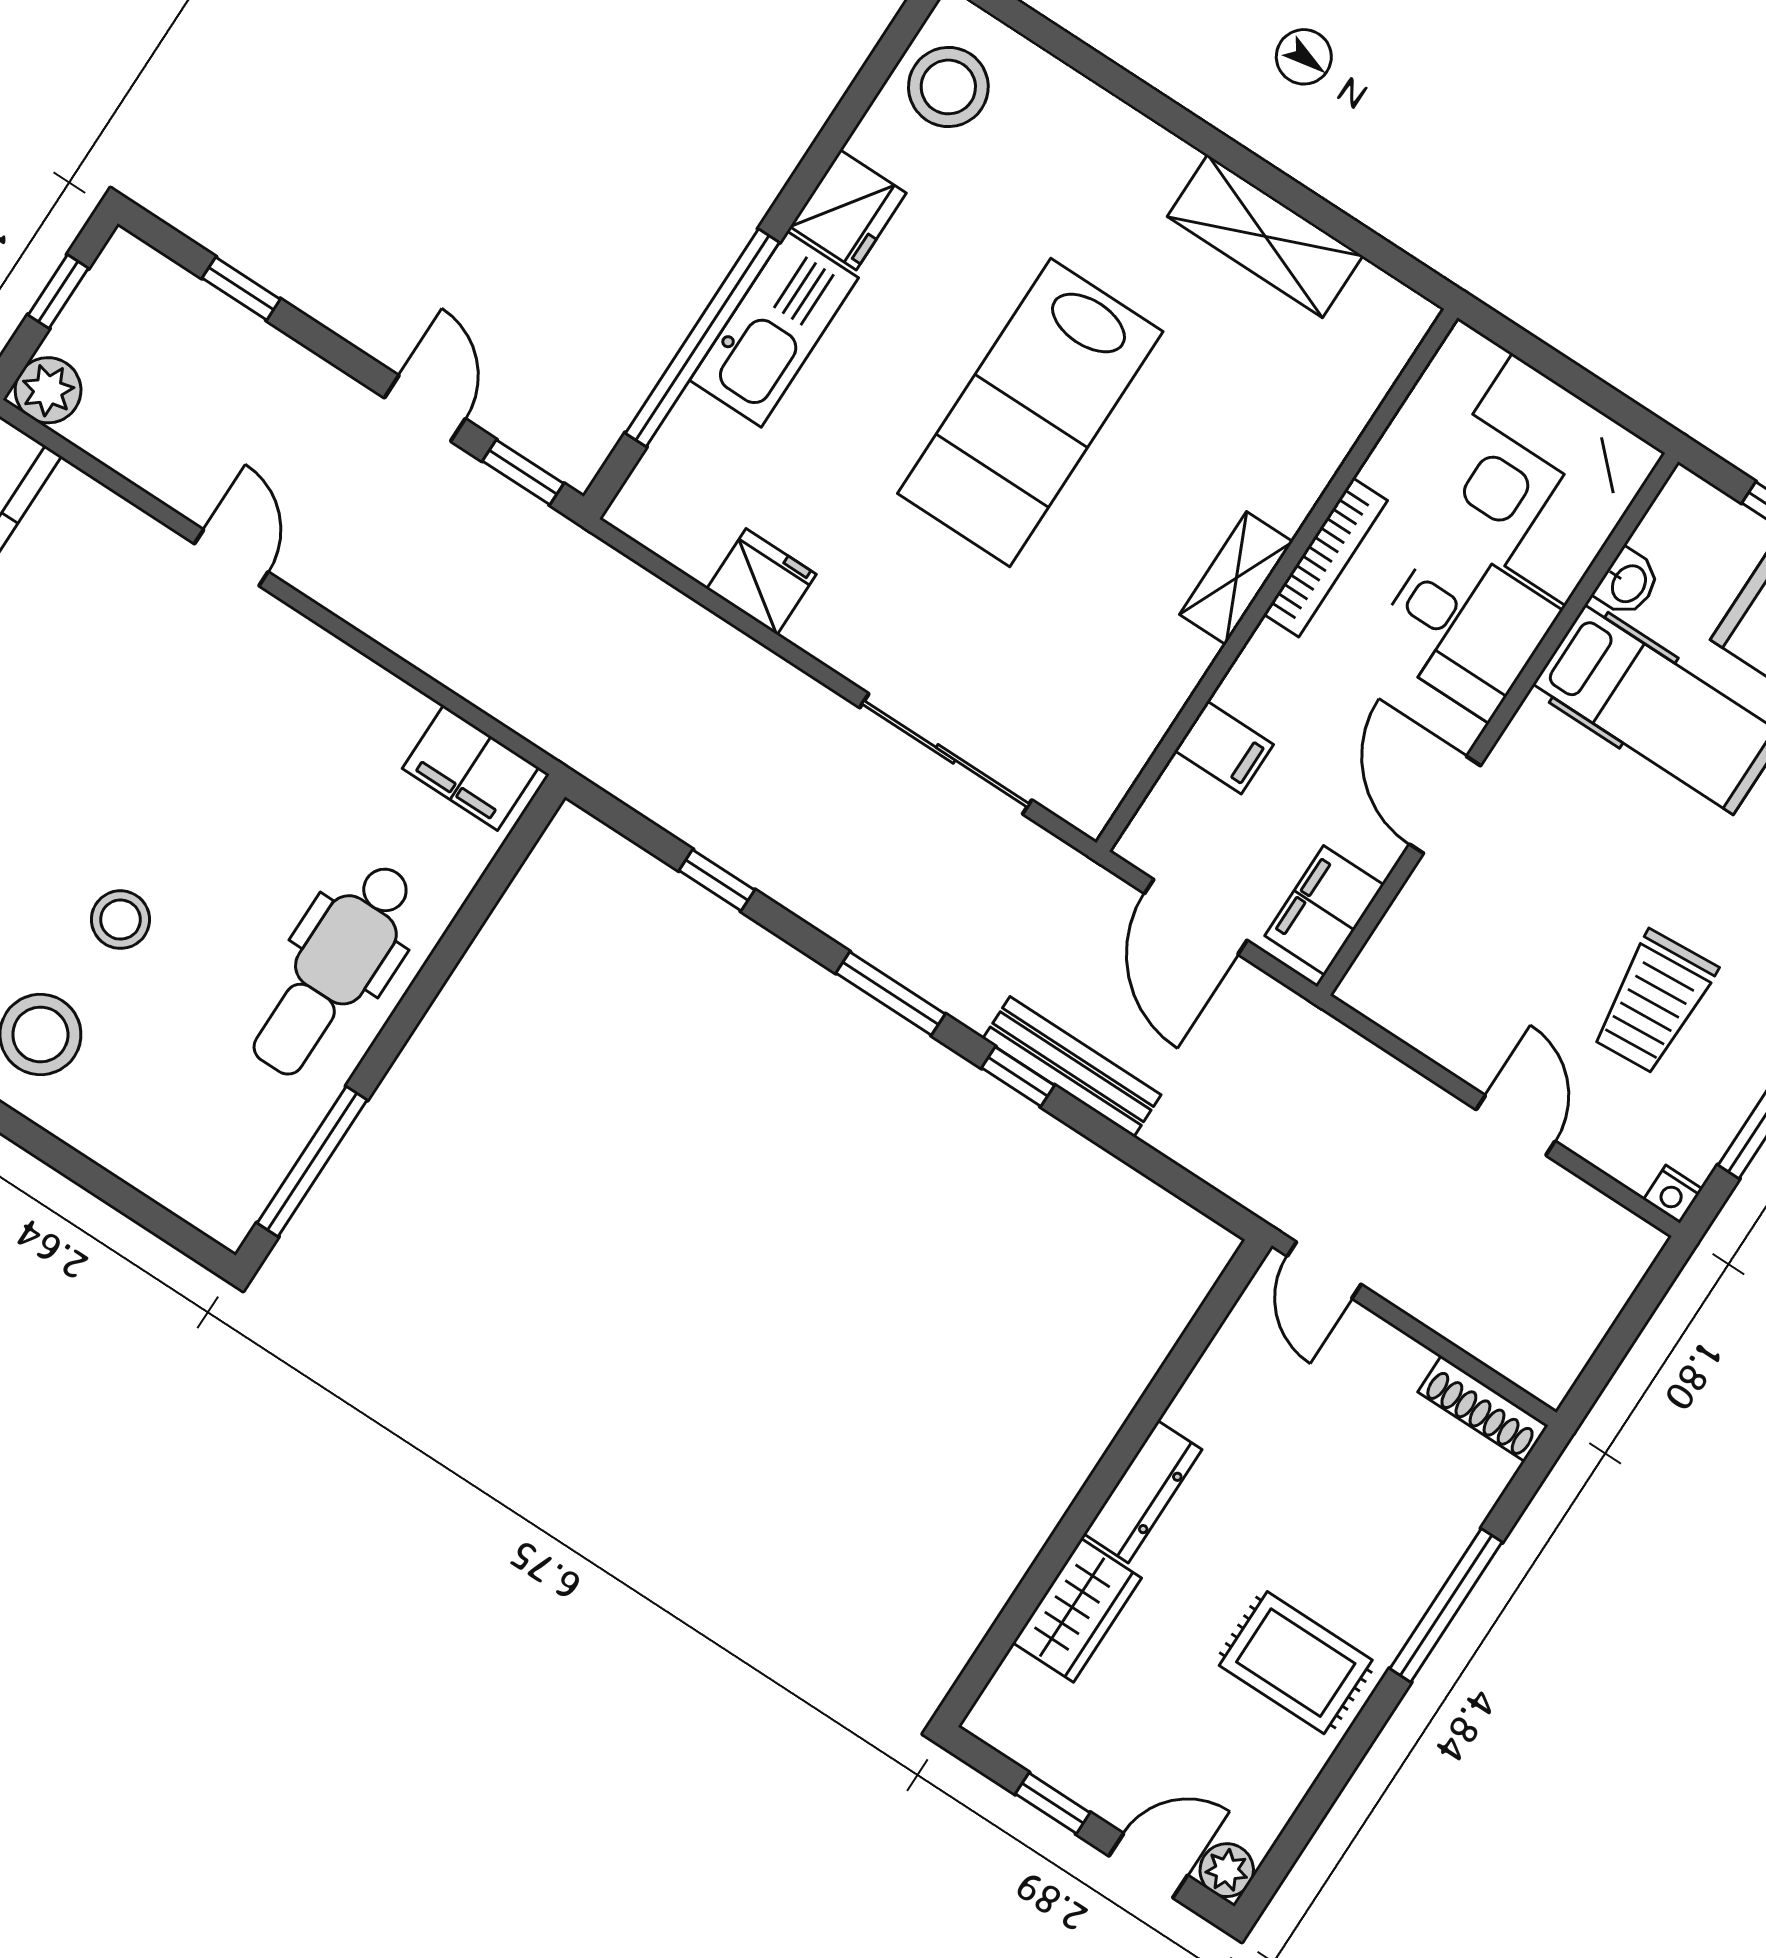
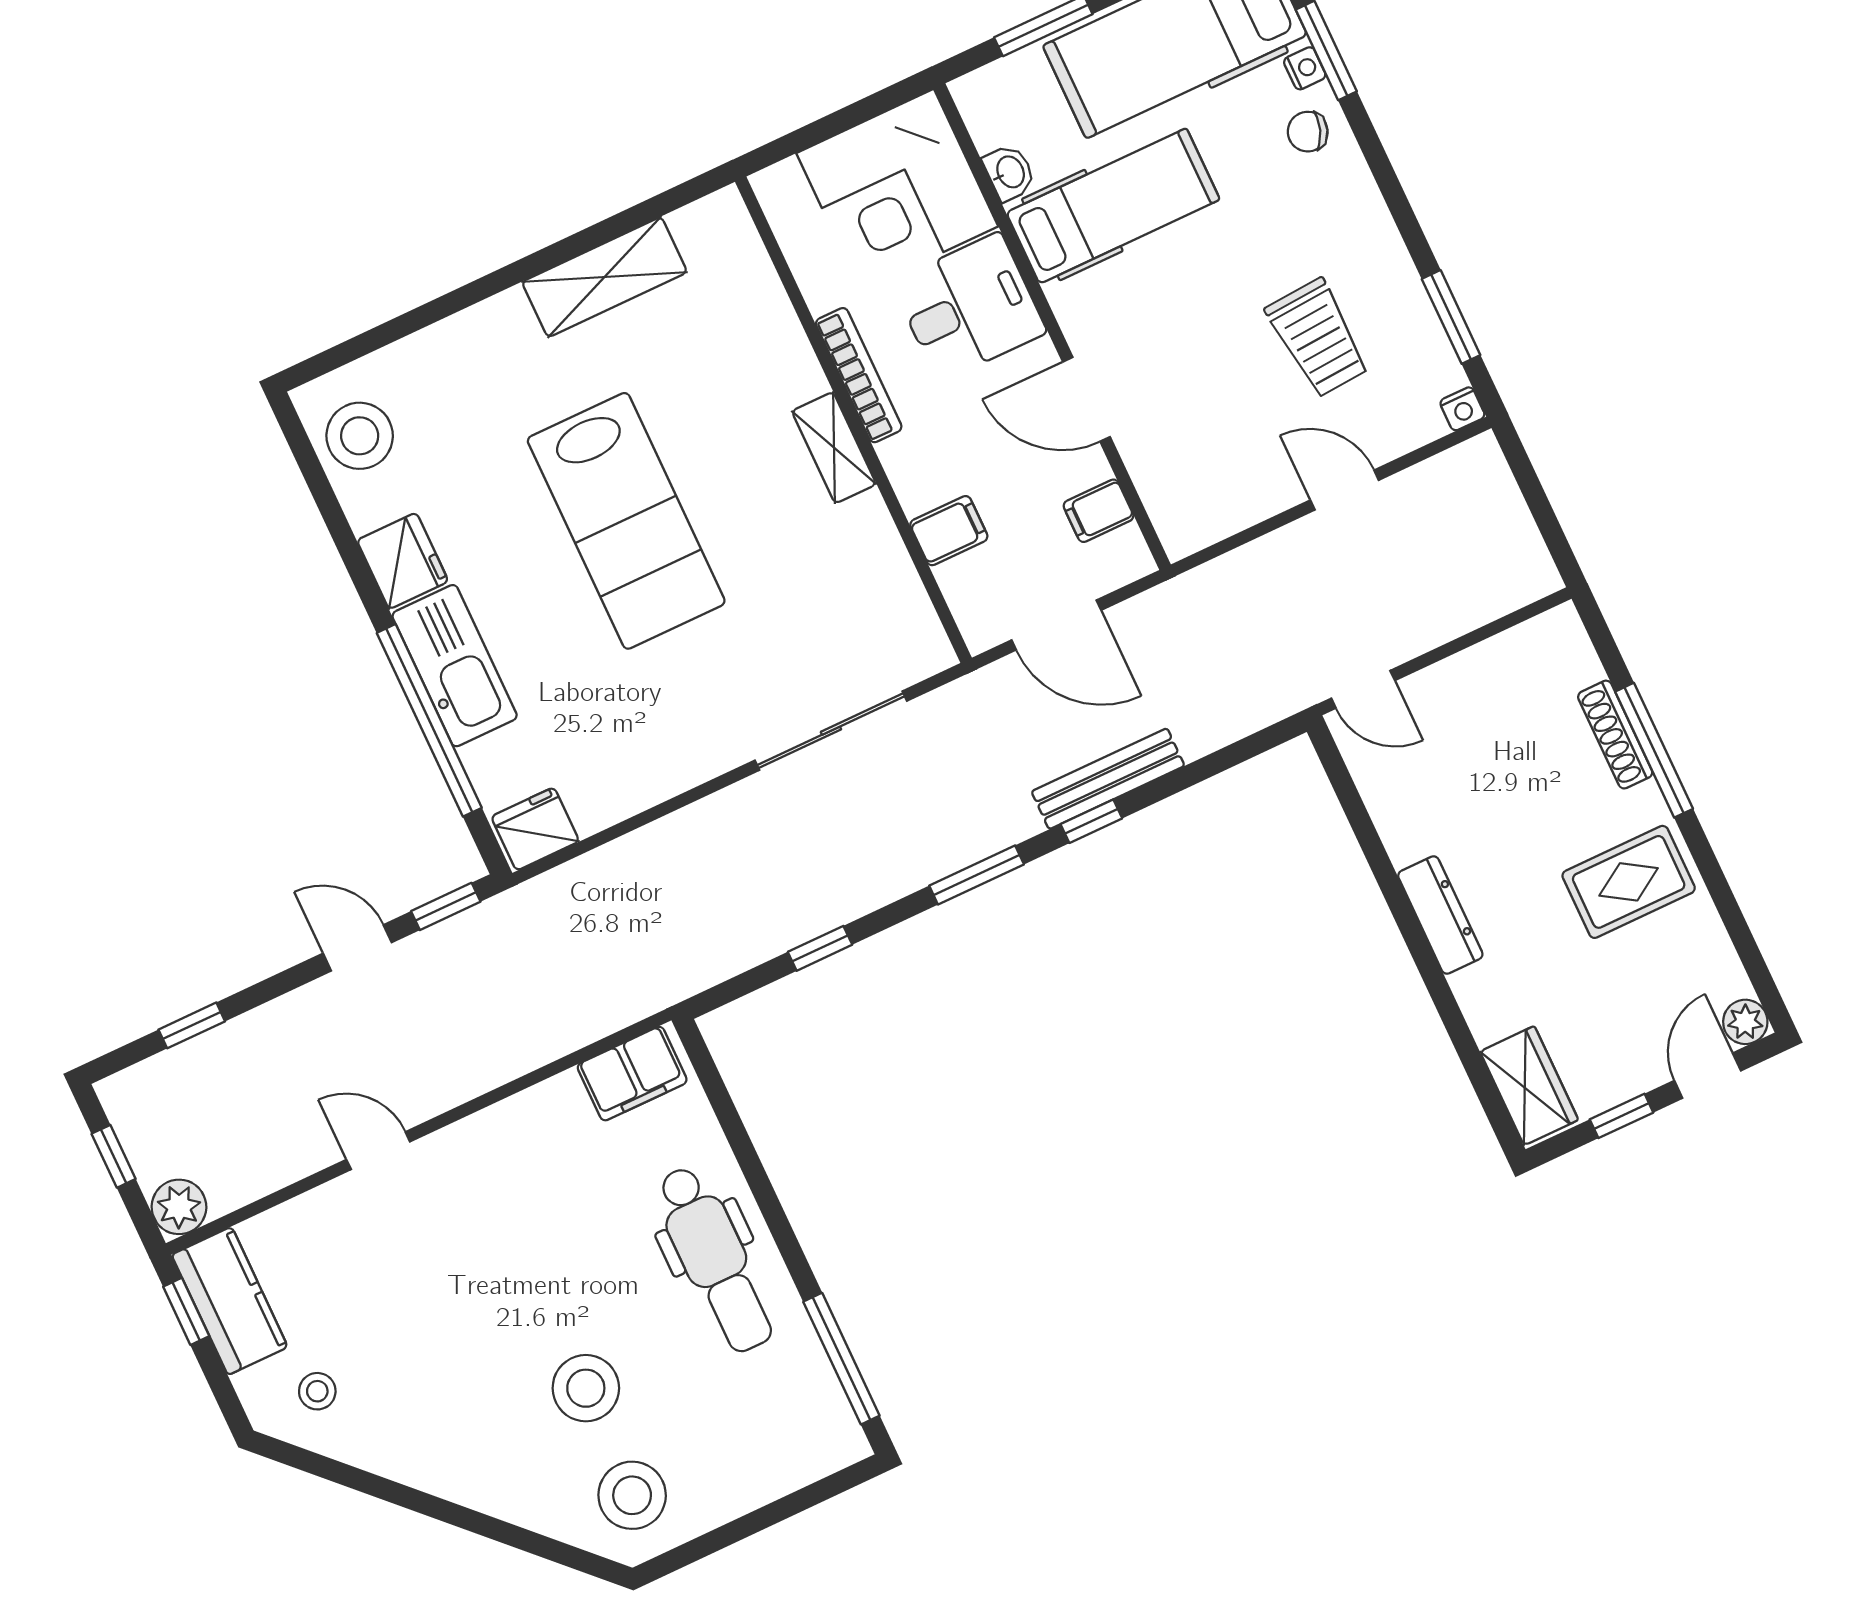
fridge: (762, 582) -> (535, 829), moved
filing cabinet: (1324, 910) -> (1099, 511), width x0.50
stool: (120, 920) -> (586, 1388), width x1.38, depth x1.38
shoe rack: (1483, 1409) -> (1615, 735), moved, turned 90
wardrobe: (1077, 1610) -> (1529, 1086), moved

